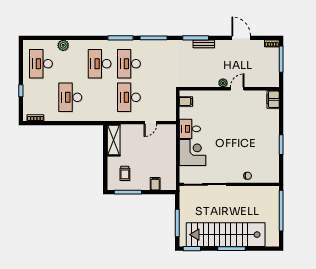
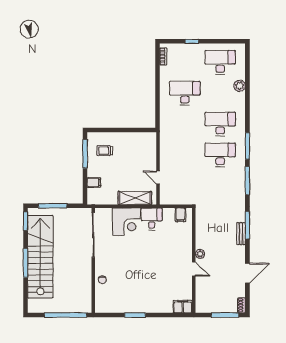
desk: (129, 97) -> (185, 155), removed
shelving: (114, 140) -> (135, 198), moved

